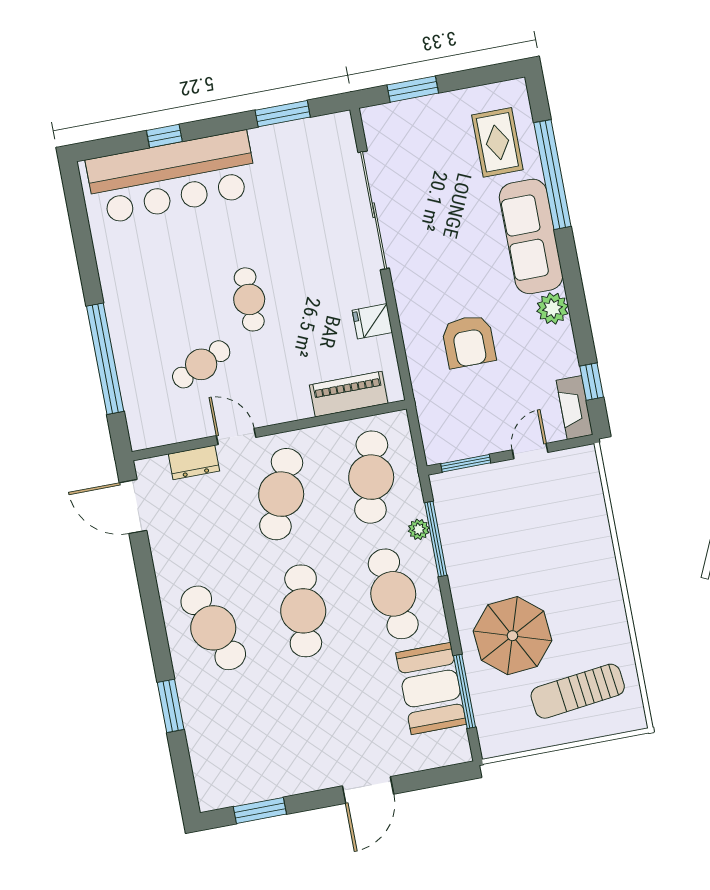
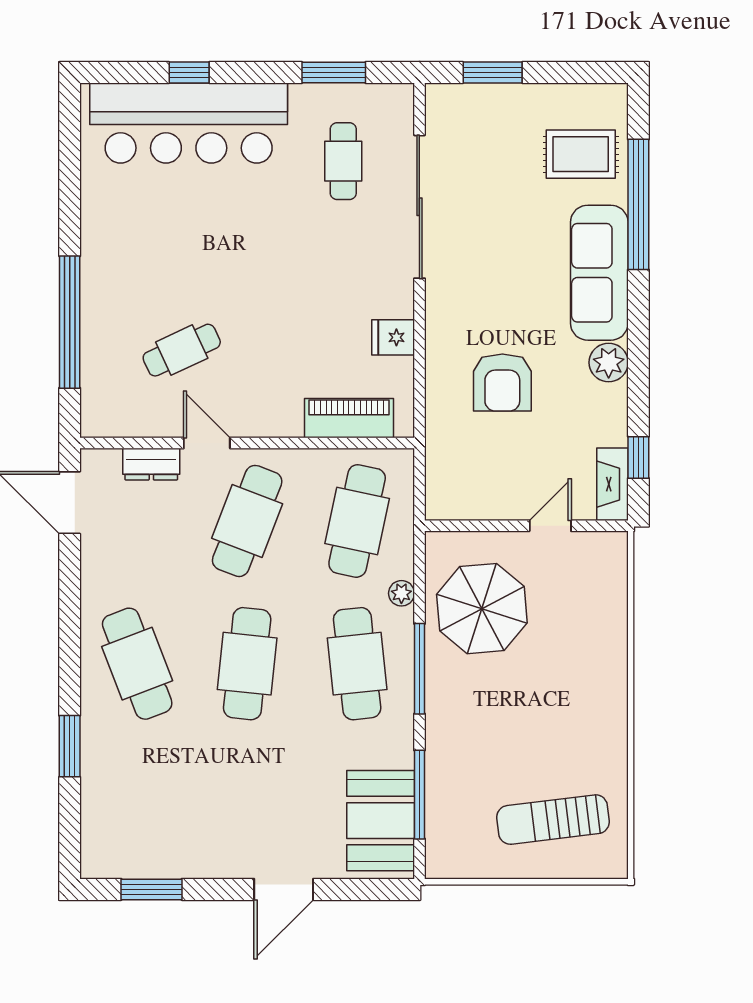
rug: (497, 142) -> (581, 154), turned 90
cafe table: (249, 299) -> (343, 161), moved
window: (466, 463) -> (472, 526), removed
window: (436, 539) -> (419, 669), moved
parasol: (512, 636) -> (482, 609), moved
booth: (431, 689) -> (381, 821), moved

